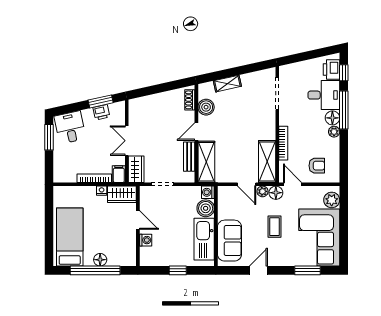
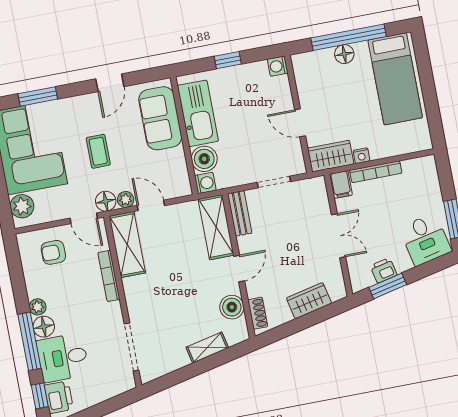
bench: (189, 157) -> (240, 213), moved
wardrobe: (136, 169) -> (309, 301), moved, turned 77
washing machine: (146, 240) -> (278, 66), moved

